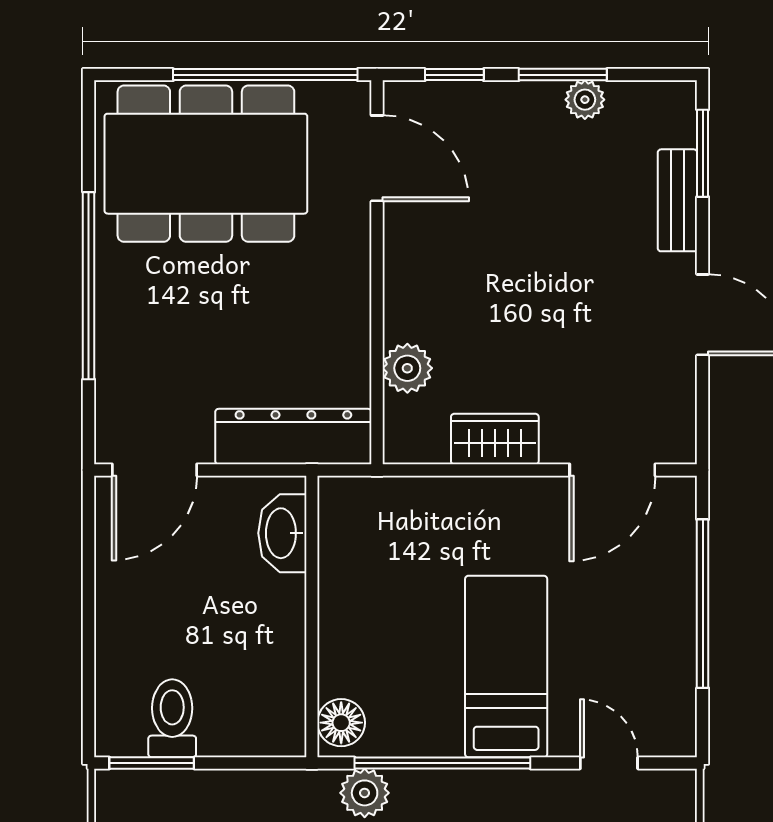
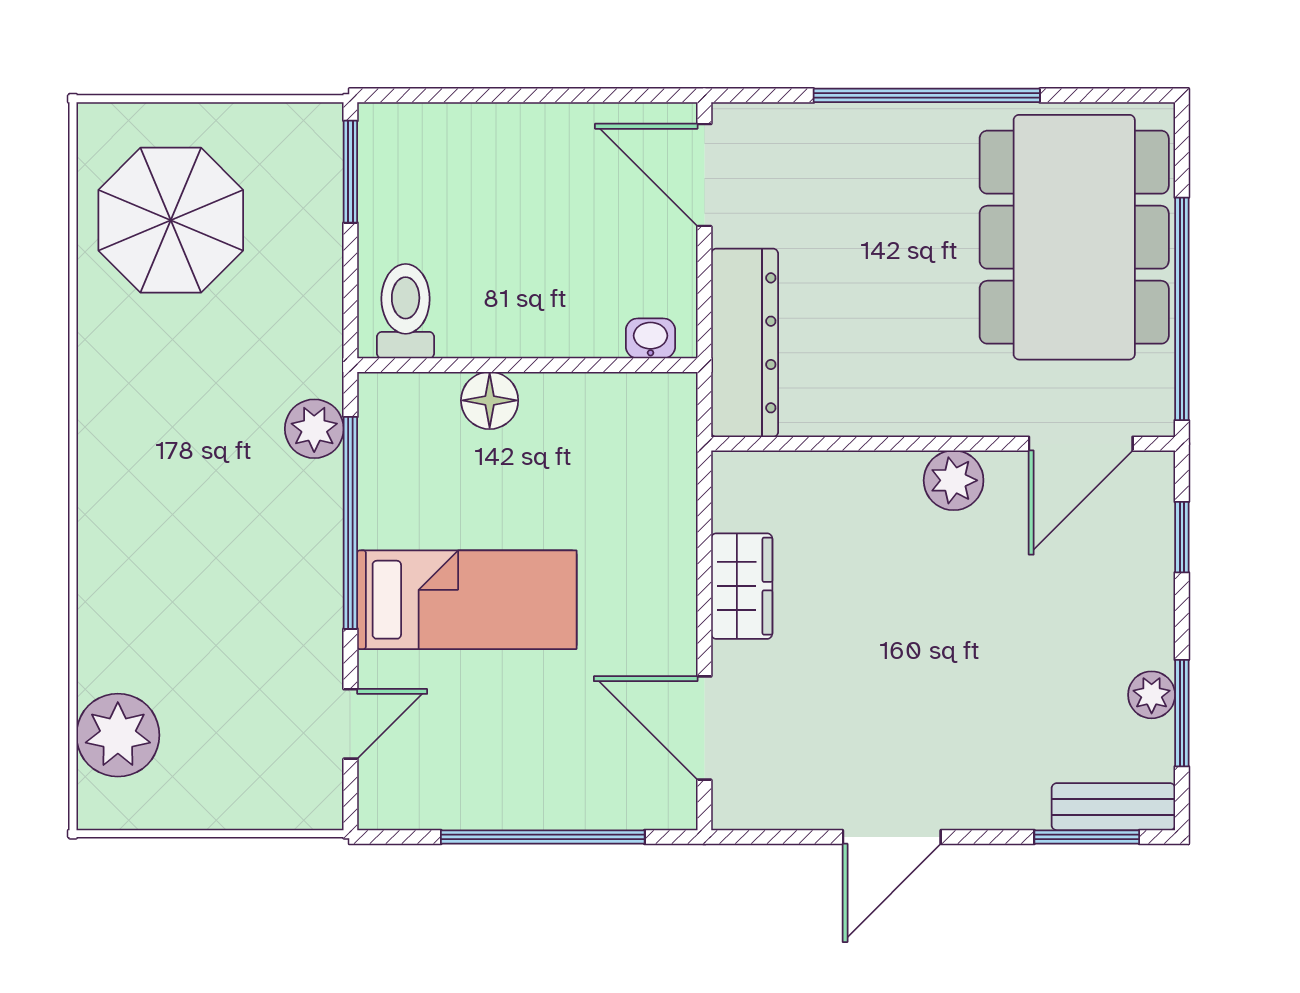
window: (563, 75) -> (1182, 713), moved
bench: (677, 200) -> (1113, 807), moved
plant: (407, 368) -> (954, 480), moved
washbasin: (282, 533) -> (651, 338), width x0.52, depth x0.69
toilet: (172, 718) -> (406, 311), moved, turned -90
floor lamp: (341, 723) -> (490, 400), moved

